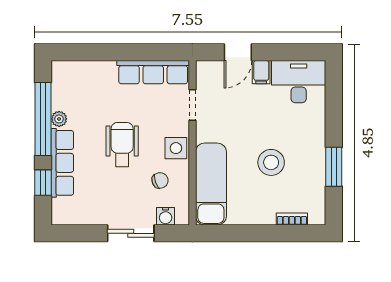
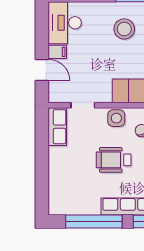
row of seats: (153, 72) -> (57, 127), width x0.68
plant: (59, 119) -> (94, 209), removed
stool: (271, 162) -> (124, 29), moved

